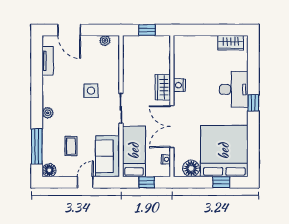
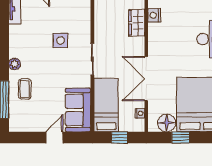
nightstand: (179, 85) -> (154, 15), moved
wardrobe: (163, 87) -> (137, 23), moved
coffee table: (71, 146) -> (25, 89), moved
floor lamp: (49, 170) -> (16, 125), removed
window: (221, 182) -> (181, 137), moved

